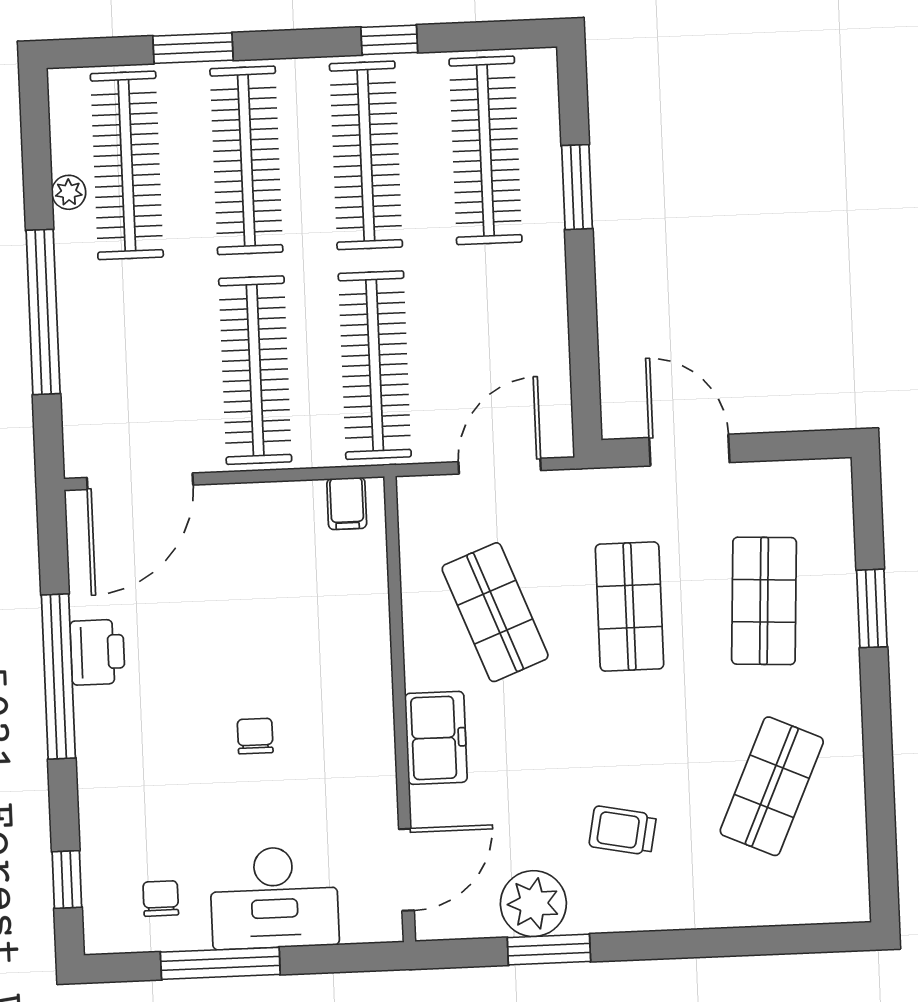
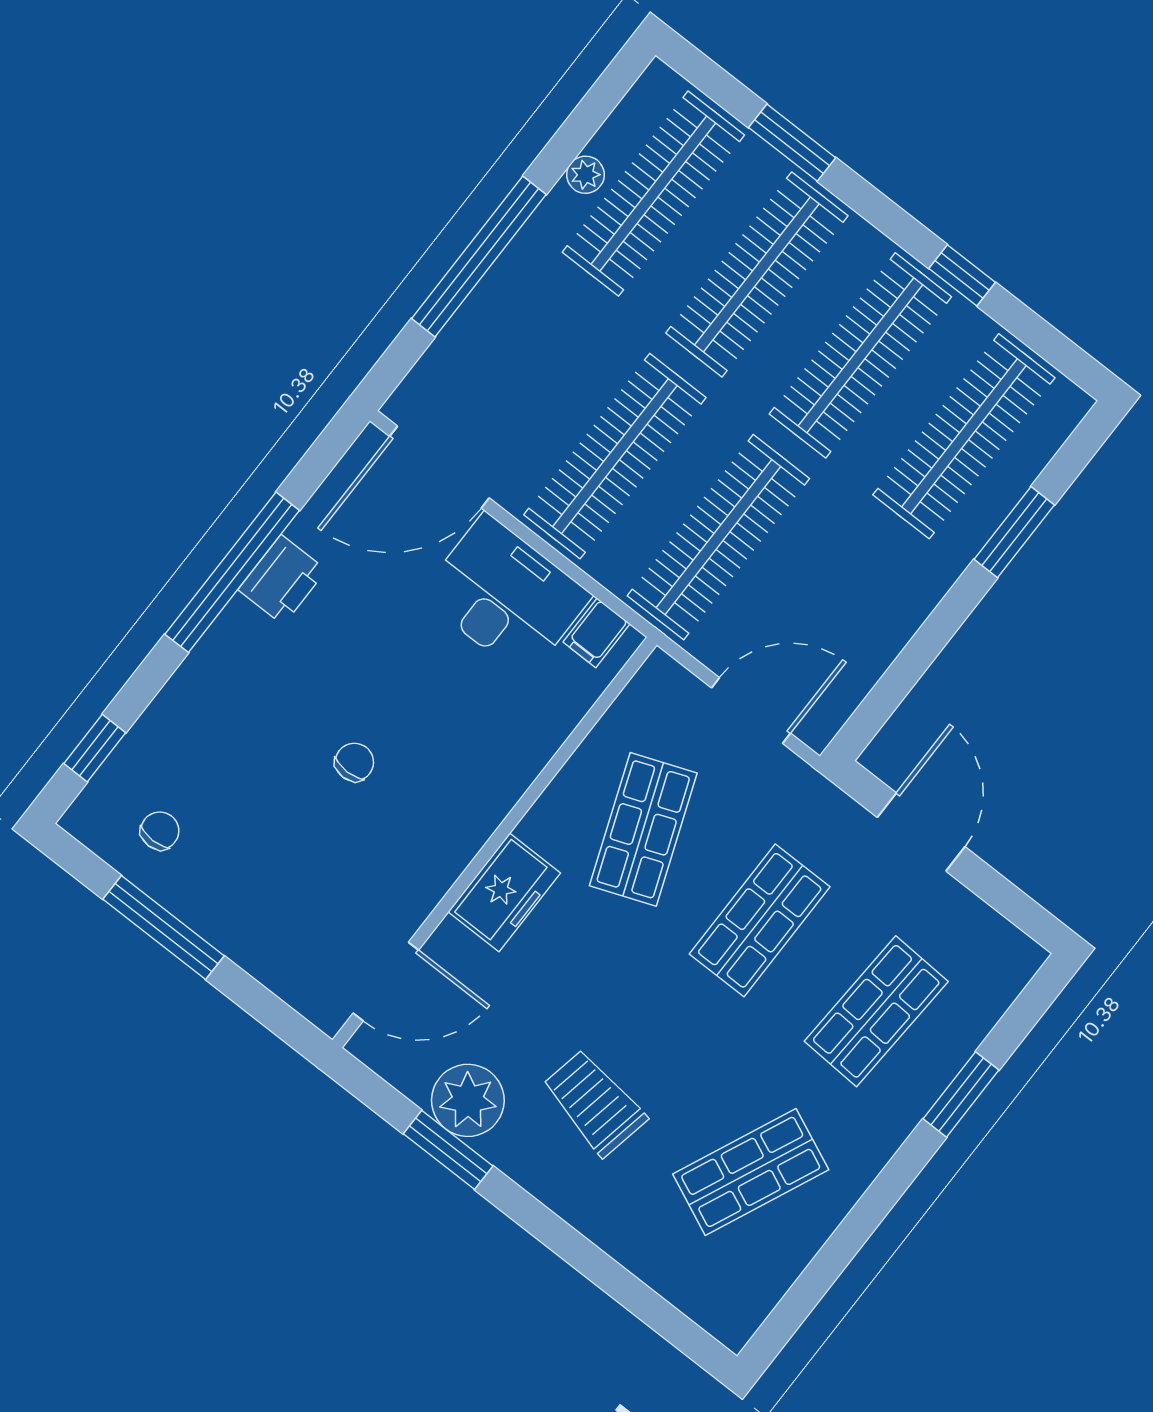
trolley: (623, 831) -> (594, 1103), width x1.36, depth x1.39
desk: (274, 898) -> (506, 596), moved, turned 180

